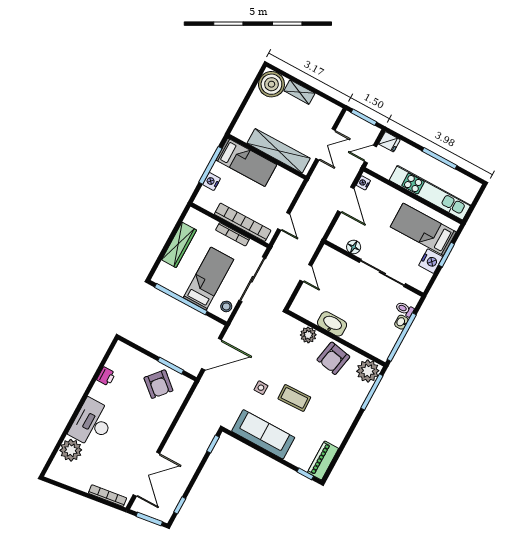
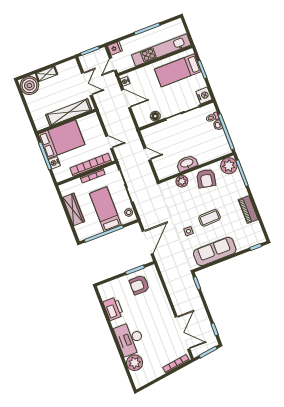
bed: (246, 162) -> (62, 139), width x1.50
nightstand: (431, 261) -> (204, 95), moved
printer: (106, 376) -> (113, 309), width x1.87, depth x1.48
armchair: (158, 384) -> (139, 285), turned 139
piano: (323, 460) -> (248, 210), moved

